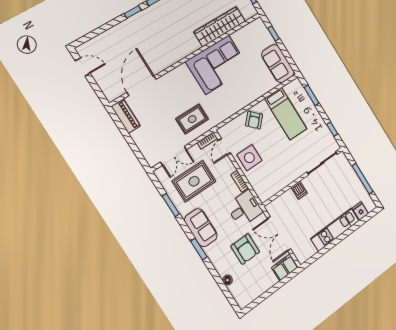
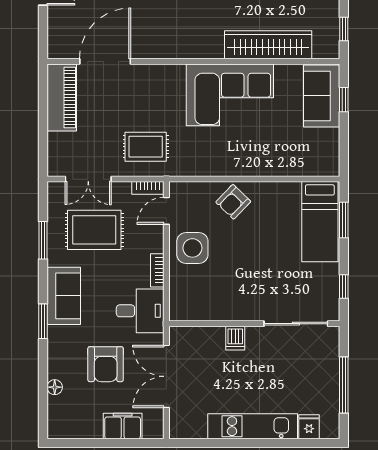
sofa: (278, 64) -> (322, 96), moved
bed: (286, 114) -> (320, 222), moved
piano: (126, 116) -> (62, 98), width x1.37, depth x1.33
filing cabinet: (285, 267) -> (123, 426), moved

